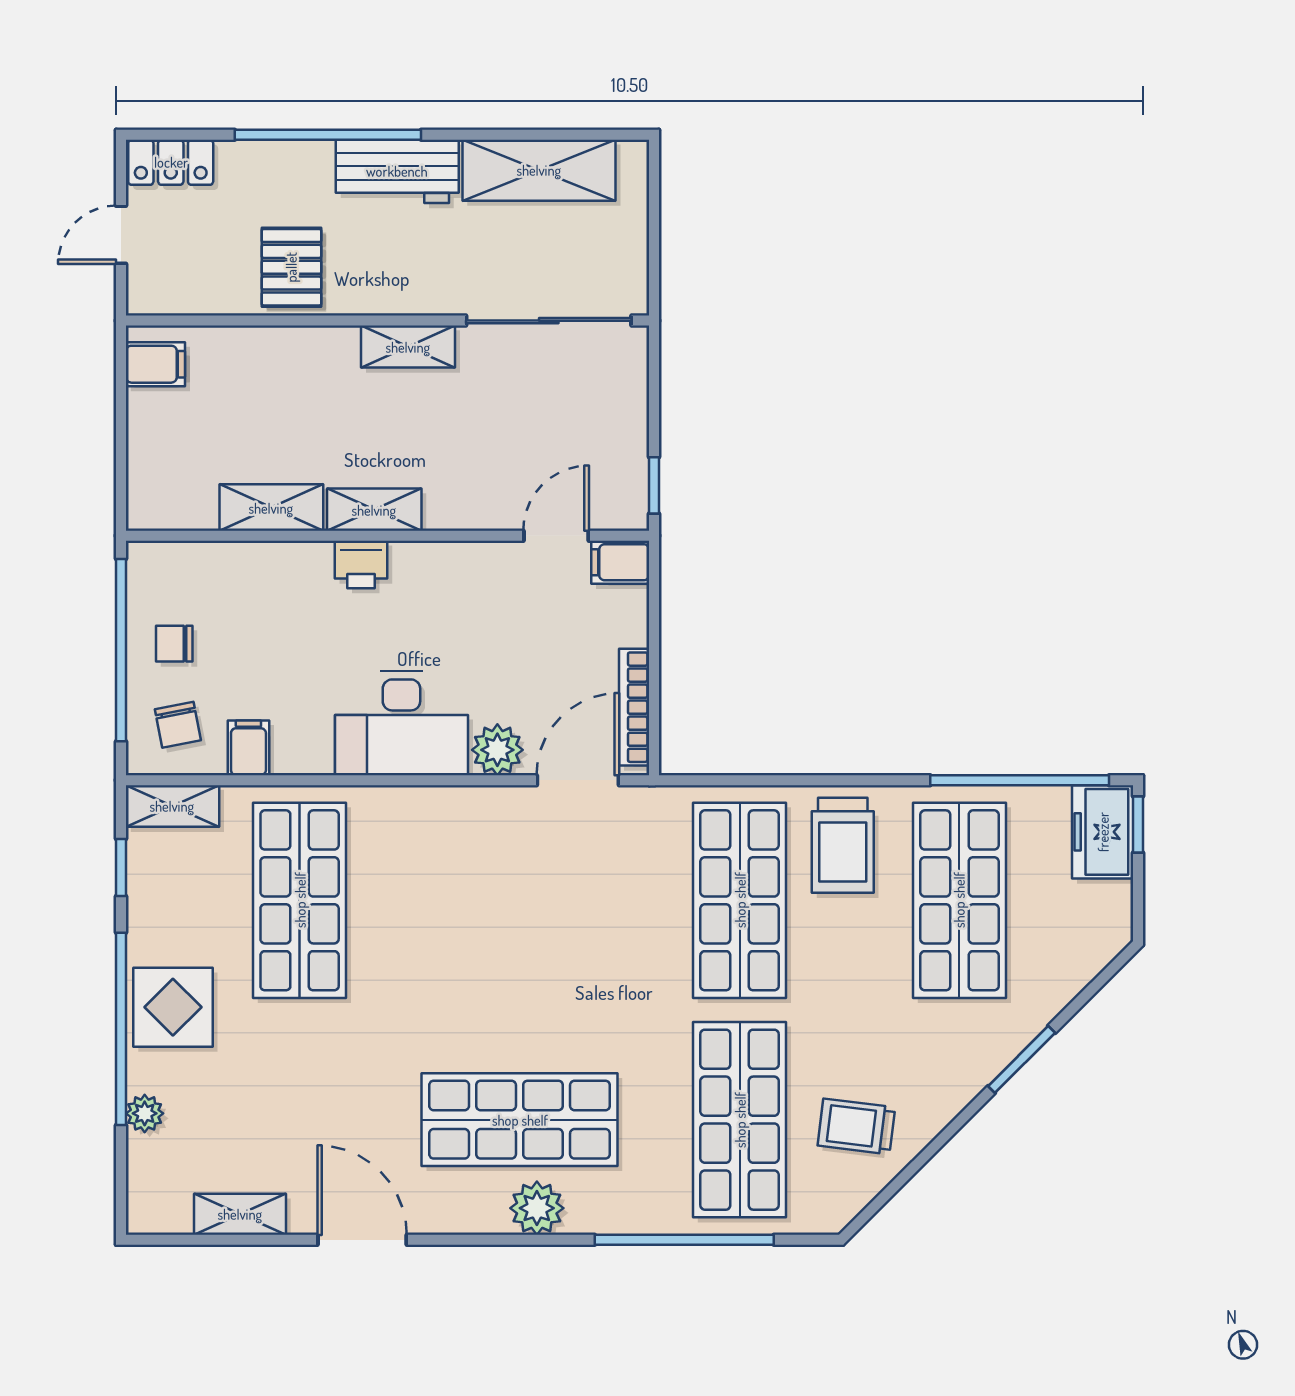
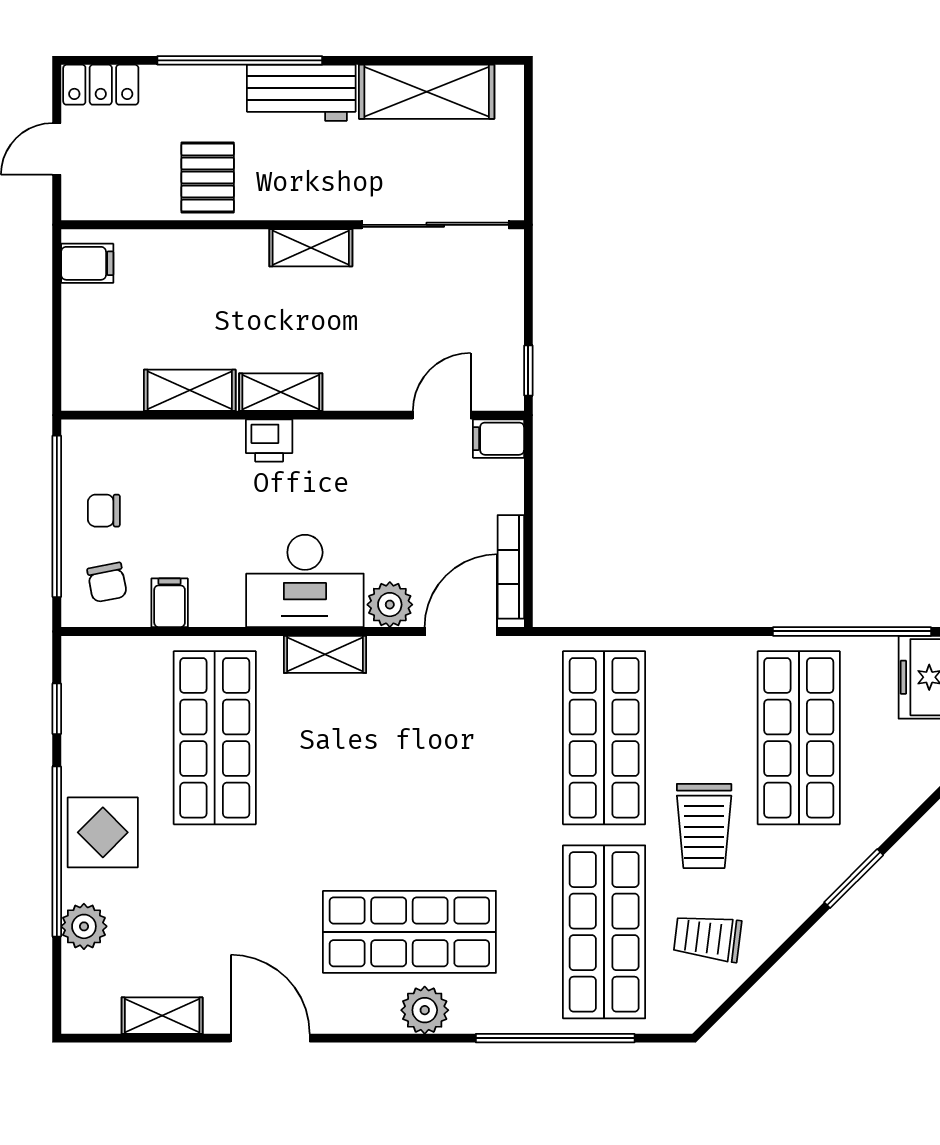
shelving: (172, 806) -> (325, 654), moved
trolley: (843, 845) -> (704, 826), moved
plant: (145, 1113) -> (84, 926), width x1.38, depth x1.38

